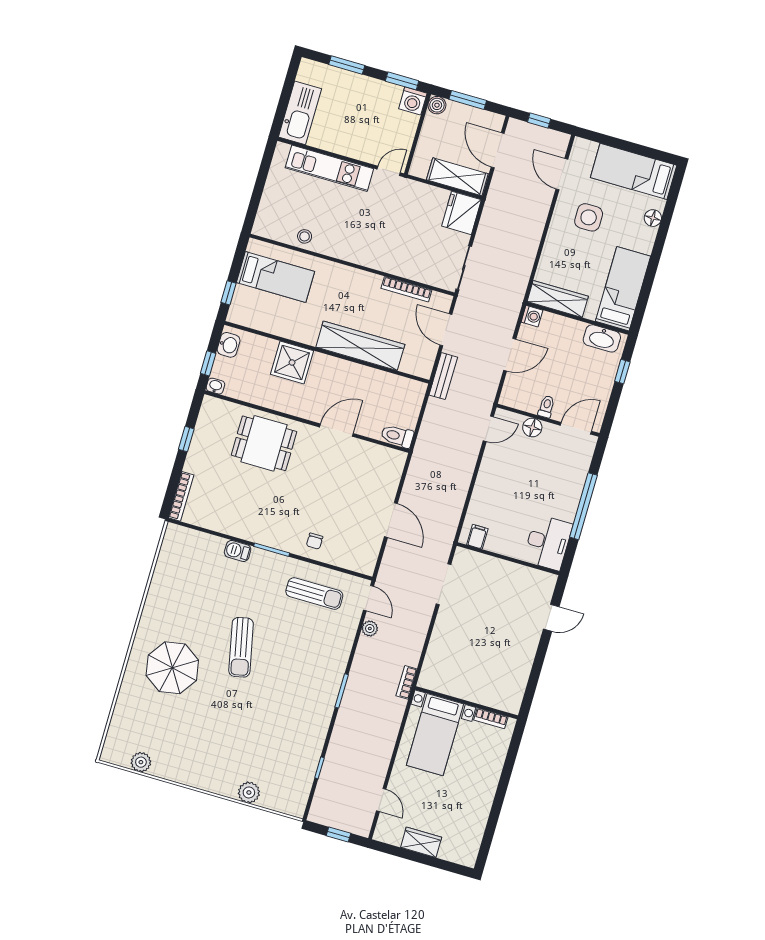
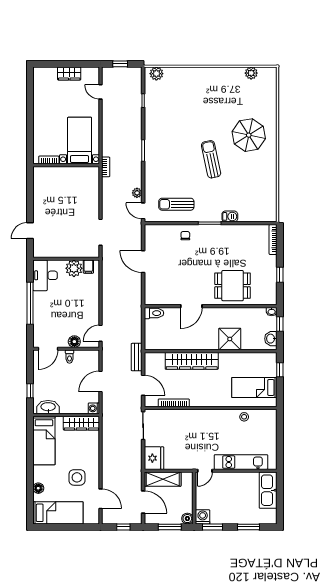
plant: (500, 540) -> (74, 268), added
plant: (249, 792) -> (156, 74), moved

